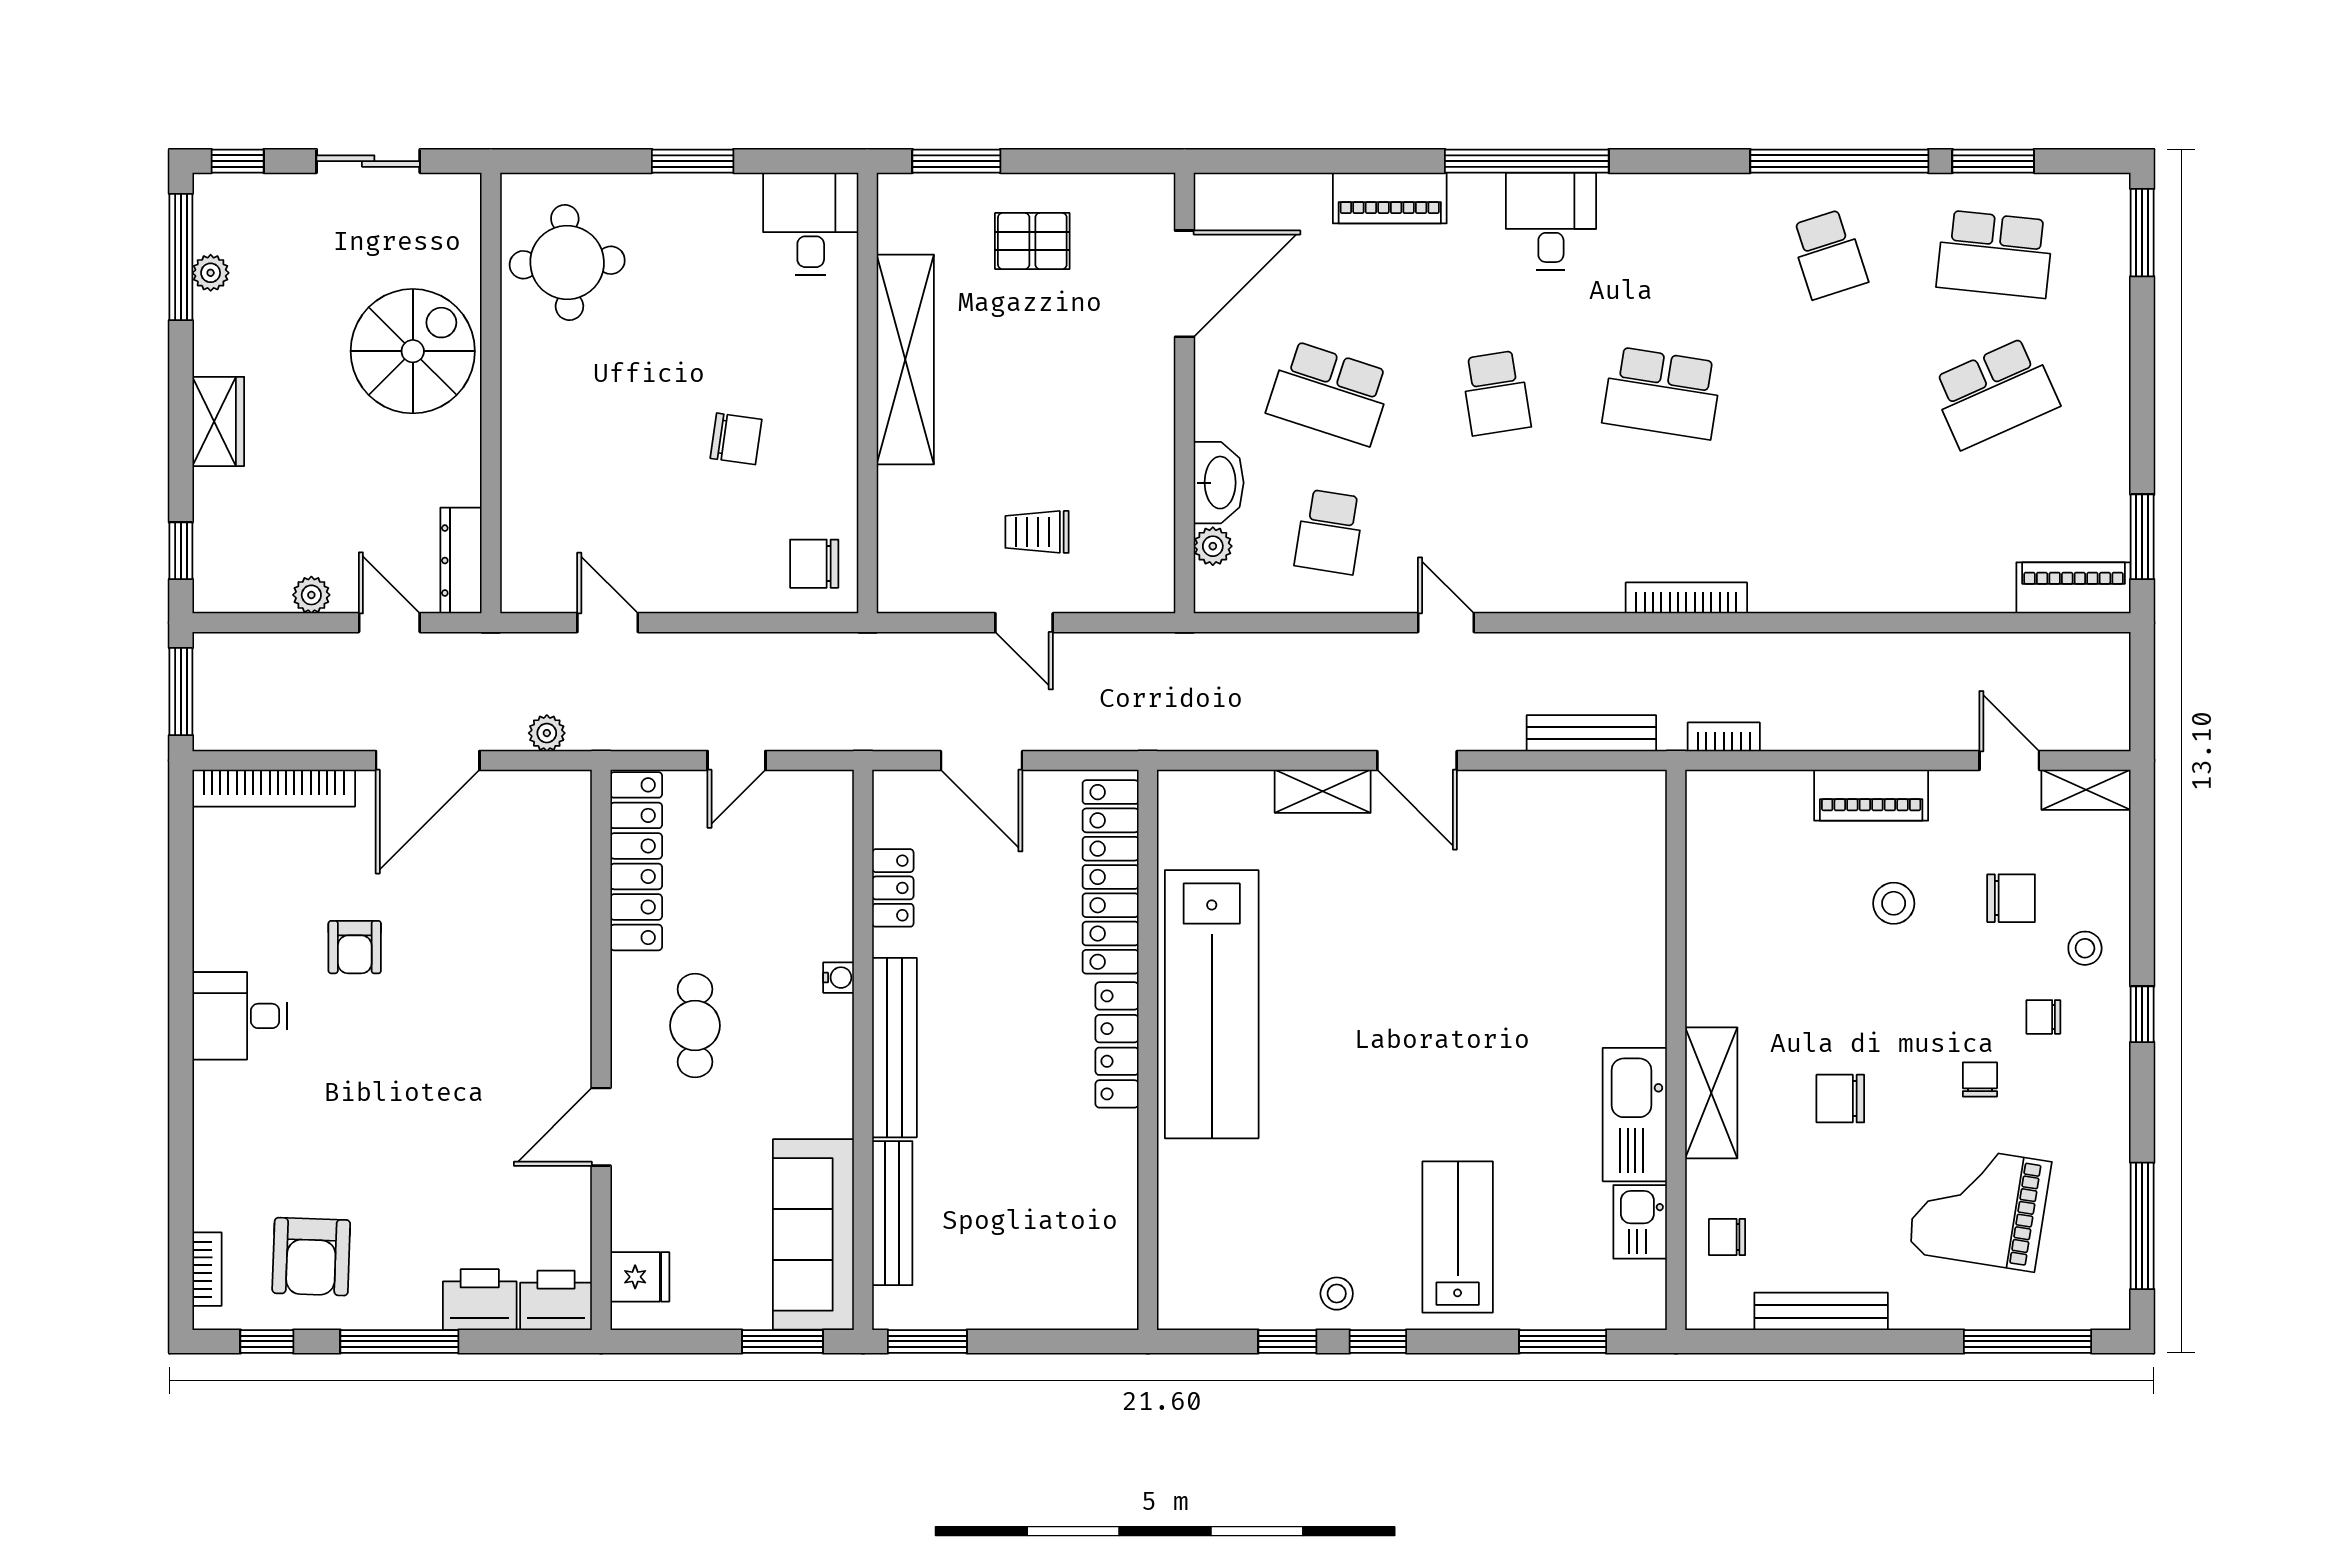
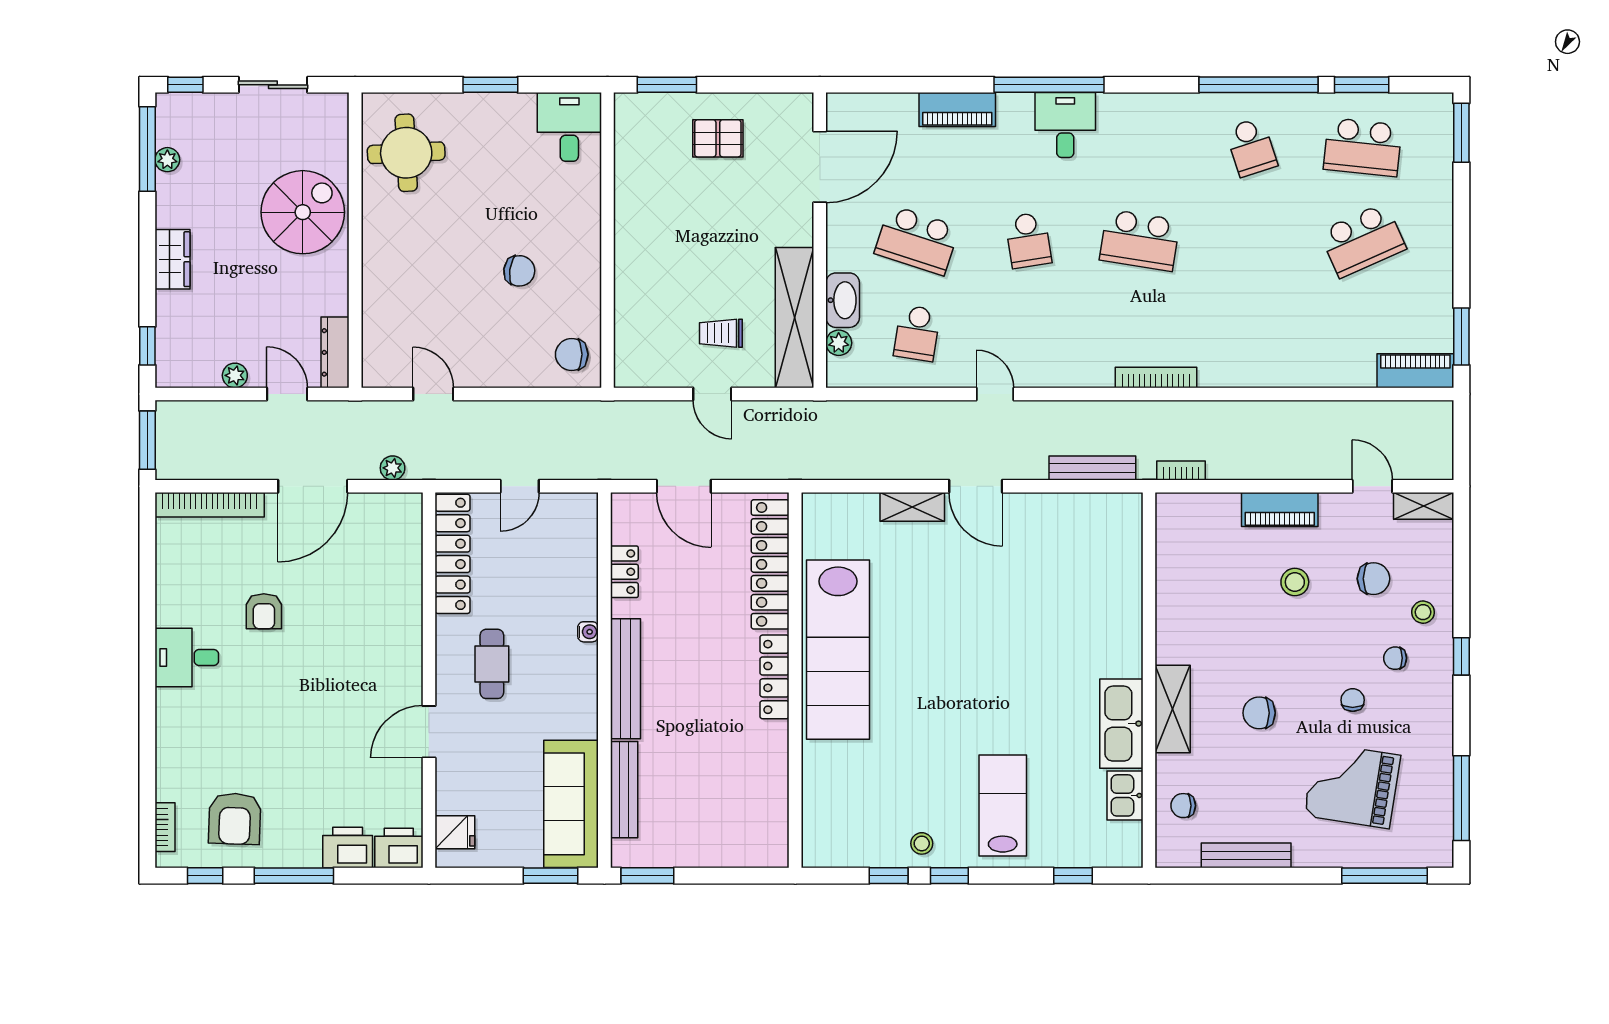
shelving: (905, 359) -> (794, 318), moved
window: (1563, 1341) -> (1073, 876), width x0.67

